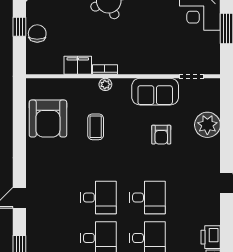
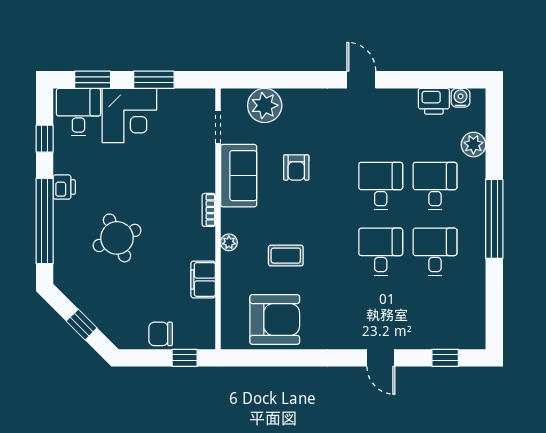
window: (19, 27) -> (185, 358), moved
bookcase: (105, 69) -> (209, 210), moved
plant: (207, 125) -> (265, 105), moved
armchair: (161, 135) -> (296, 167), turned 90

